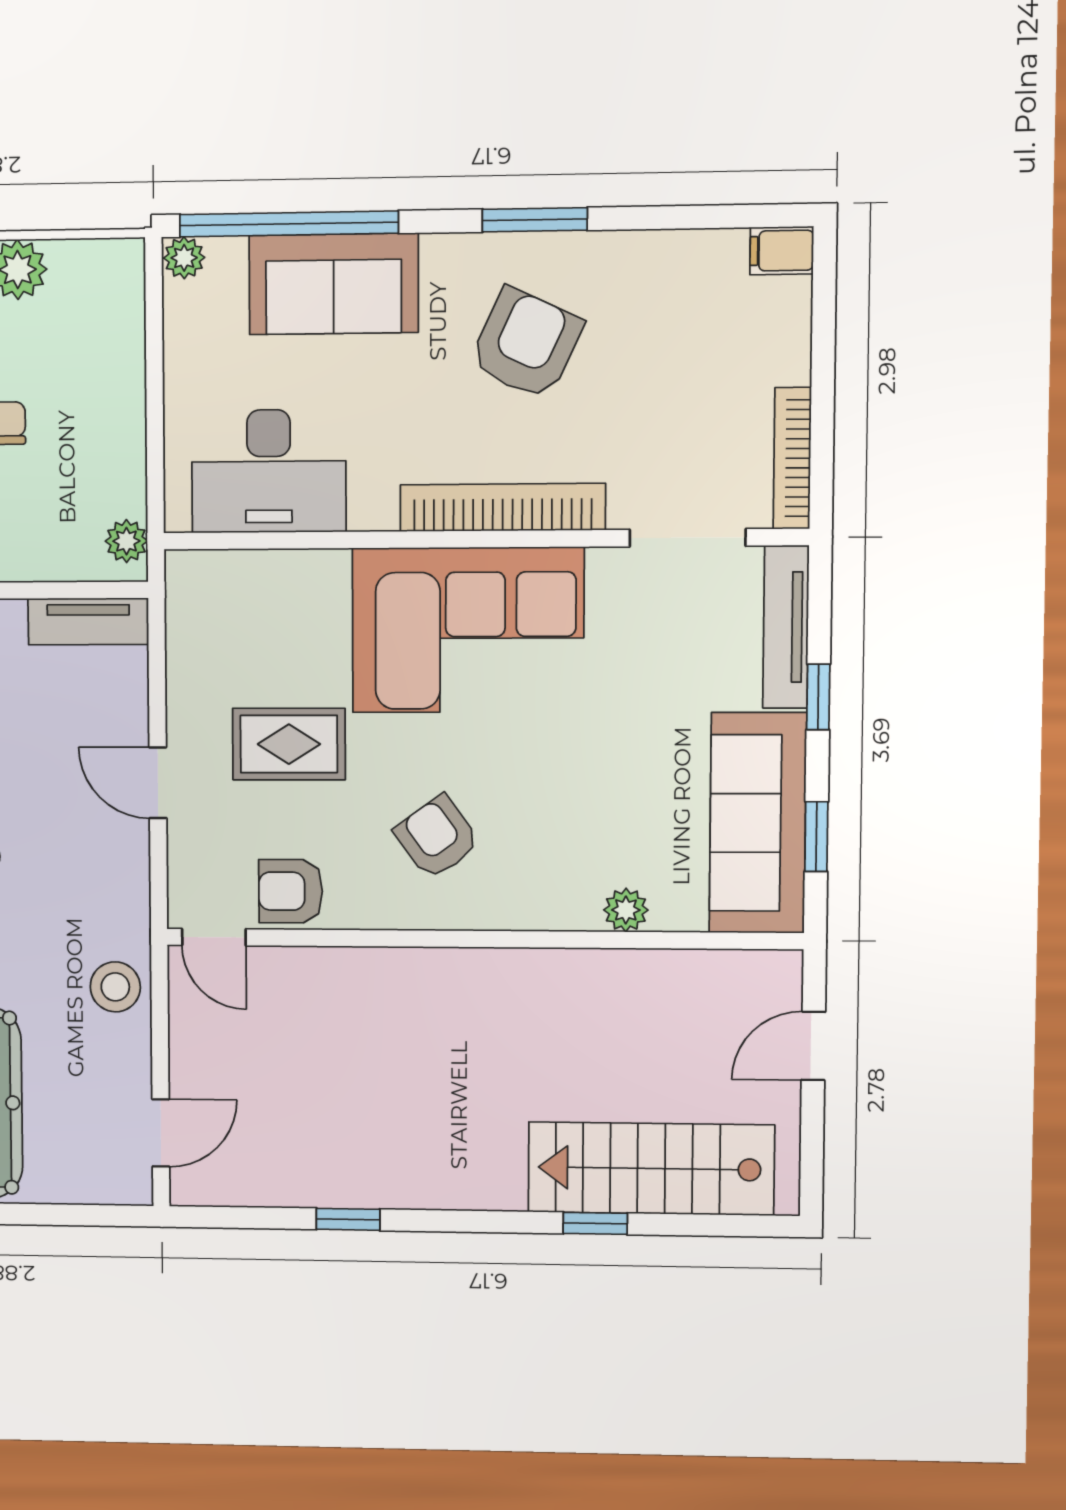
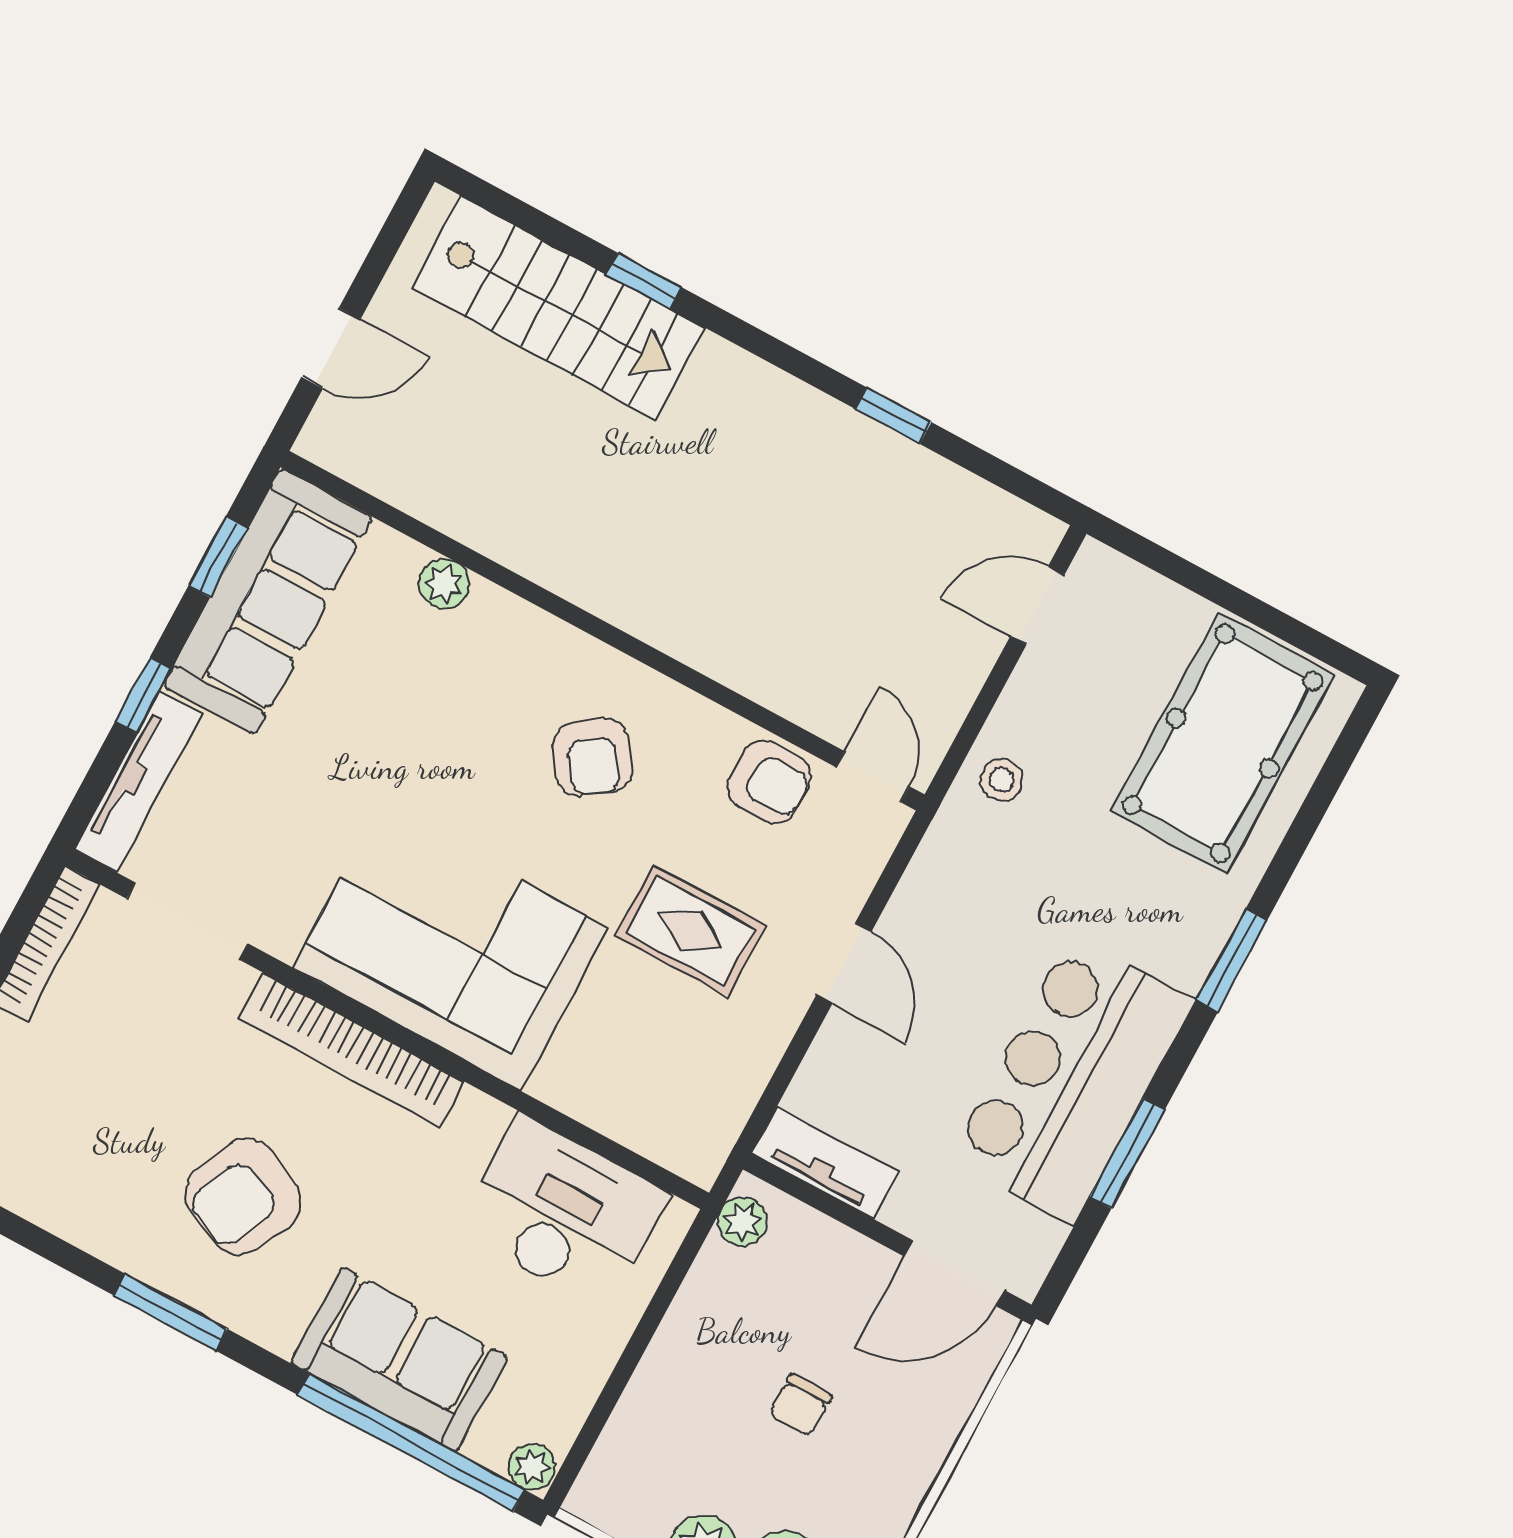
stool: (115, 987) -> (1002, 780), width x0.73, depth x0.73

